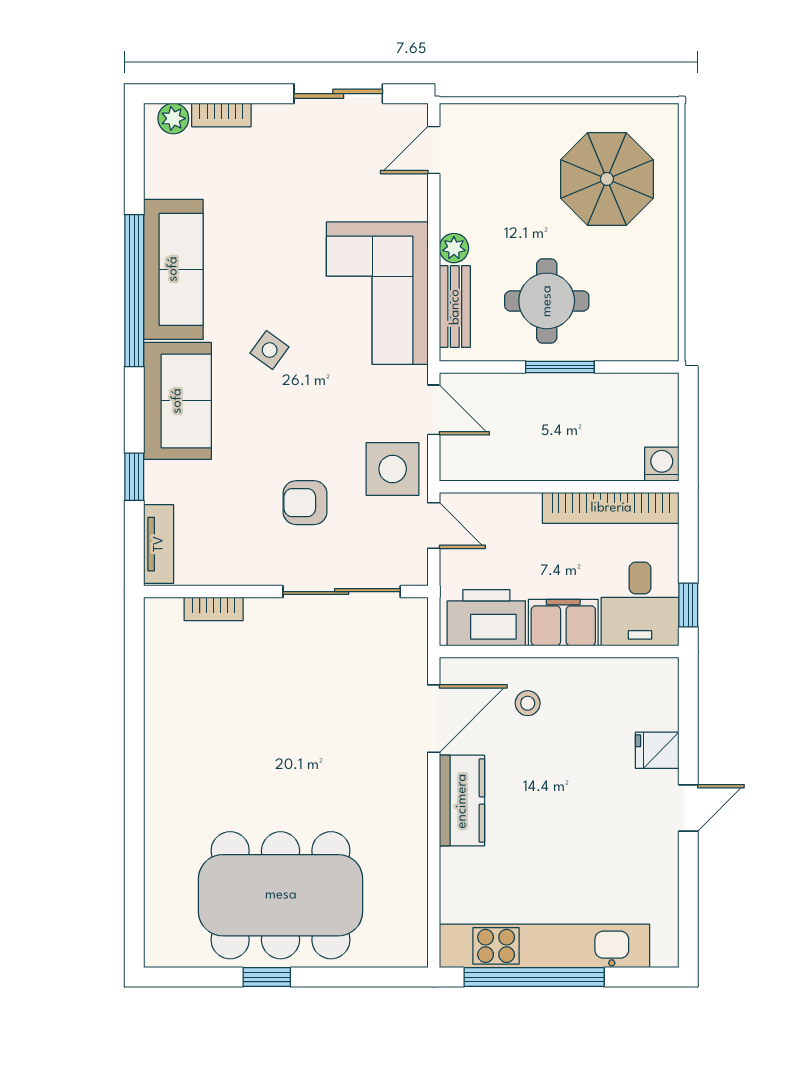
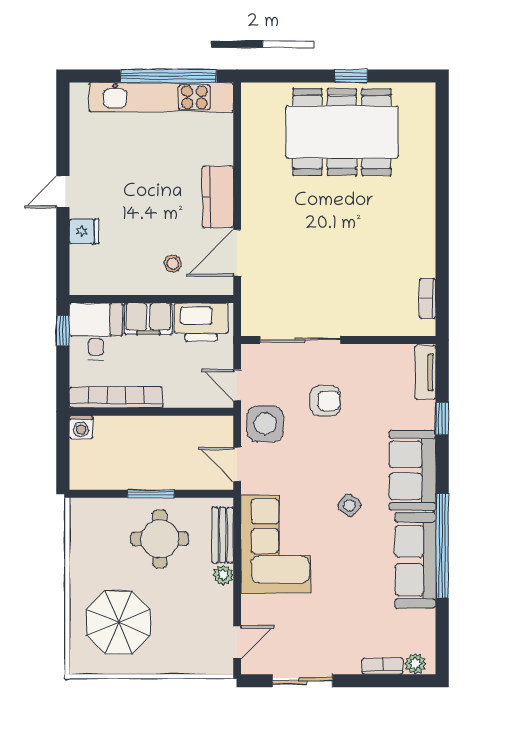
bookcase: (214, 609) -> (428, 299), moved, turned -90

